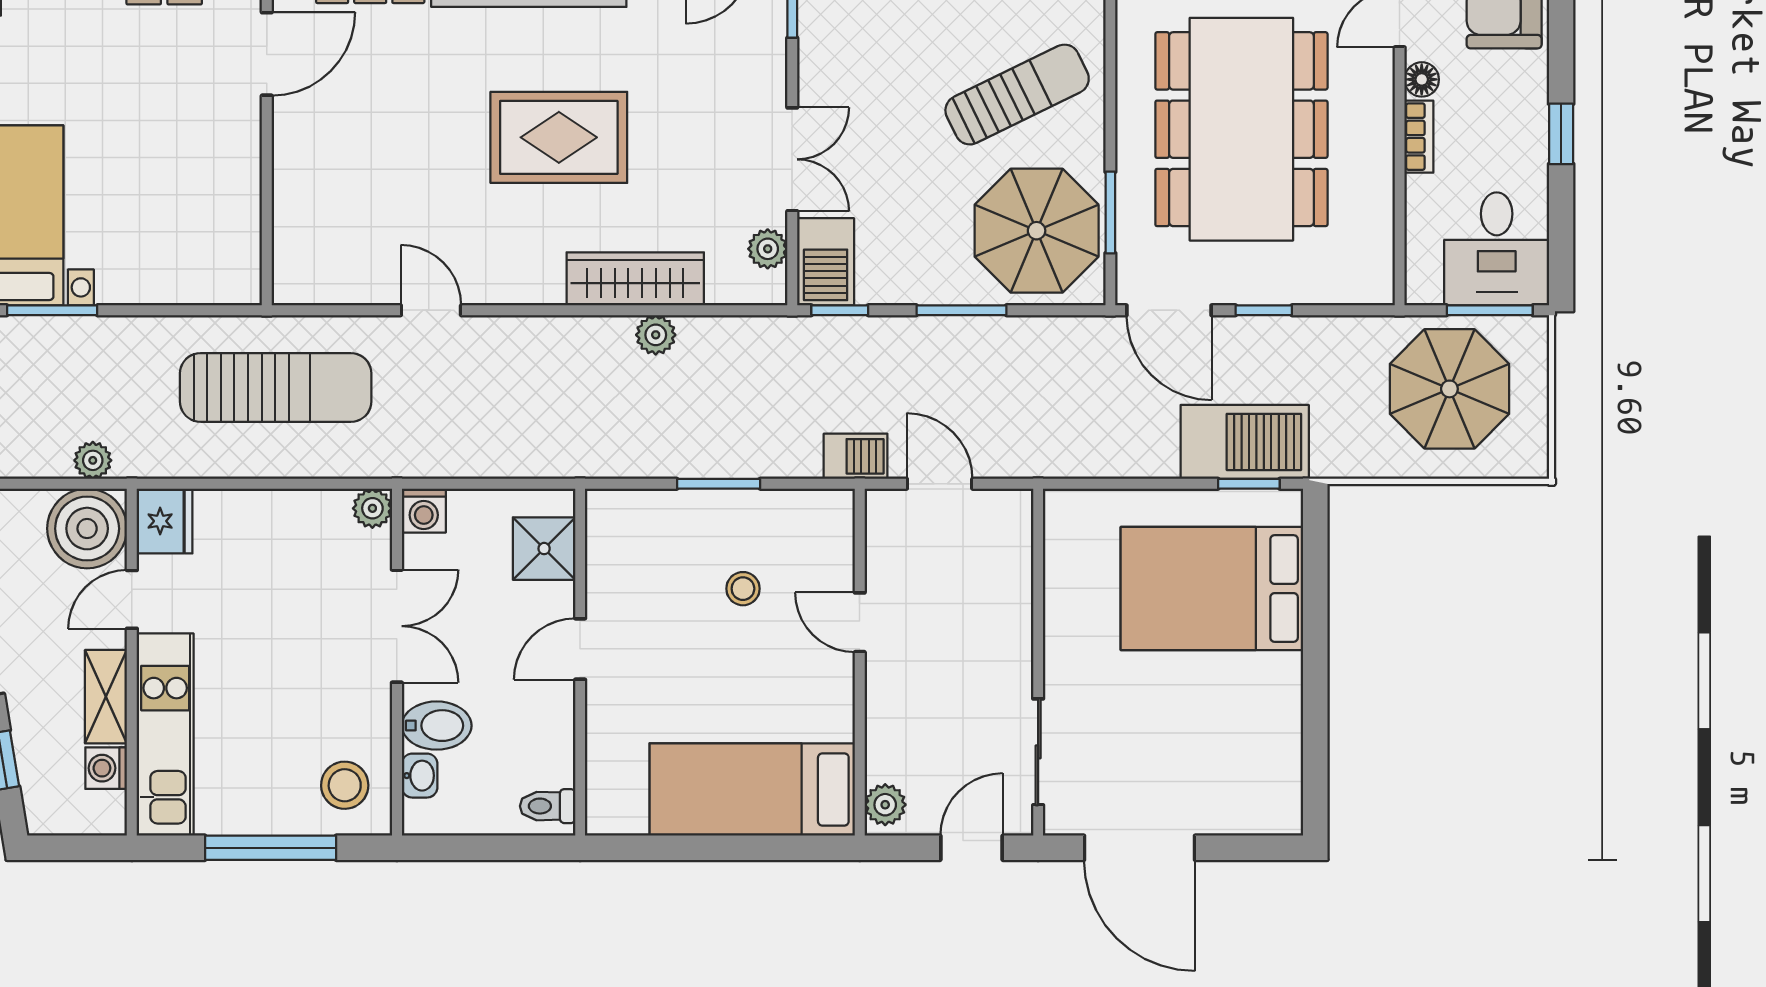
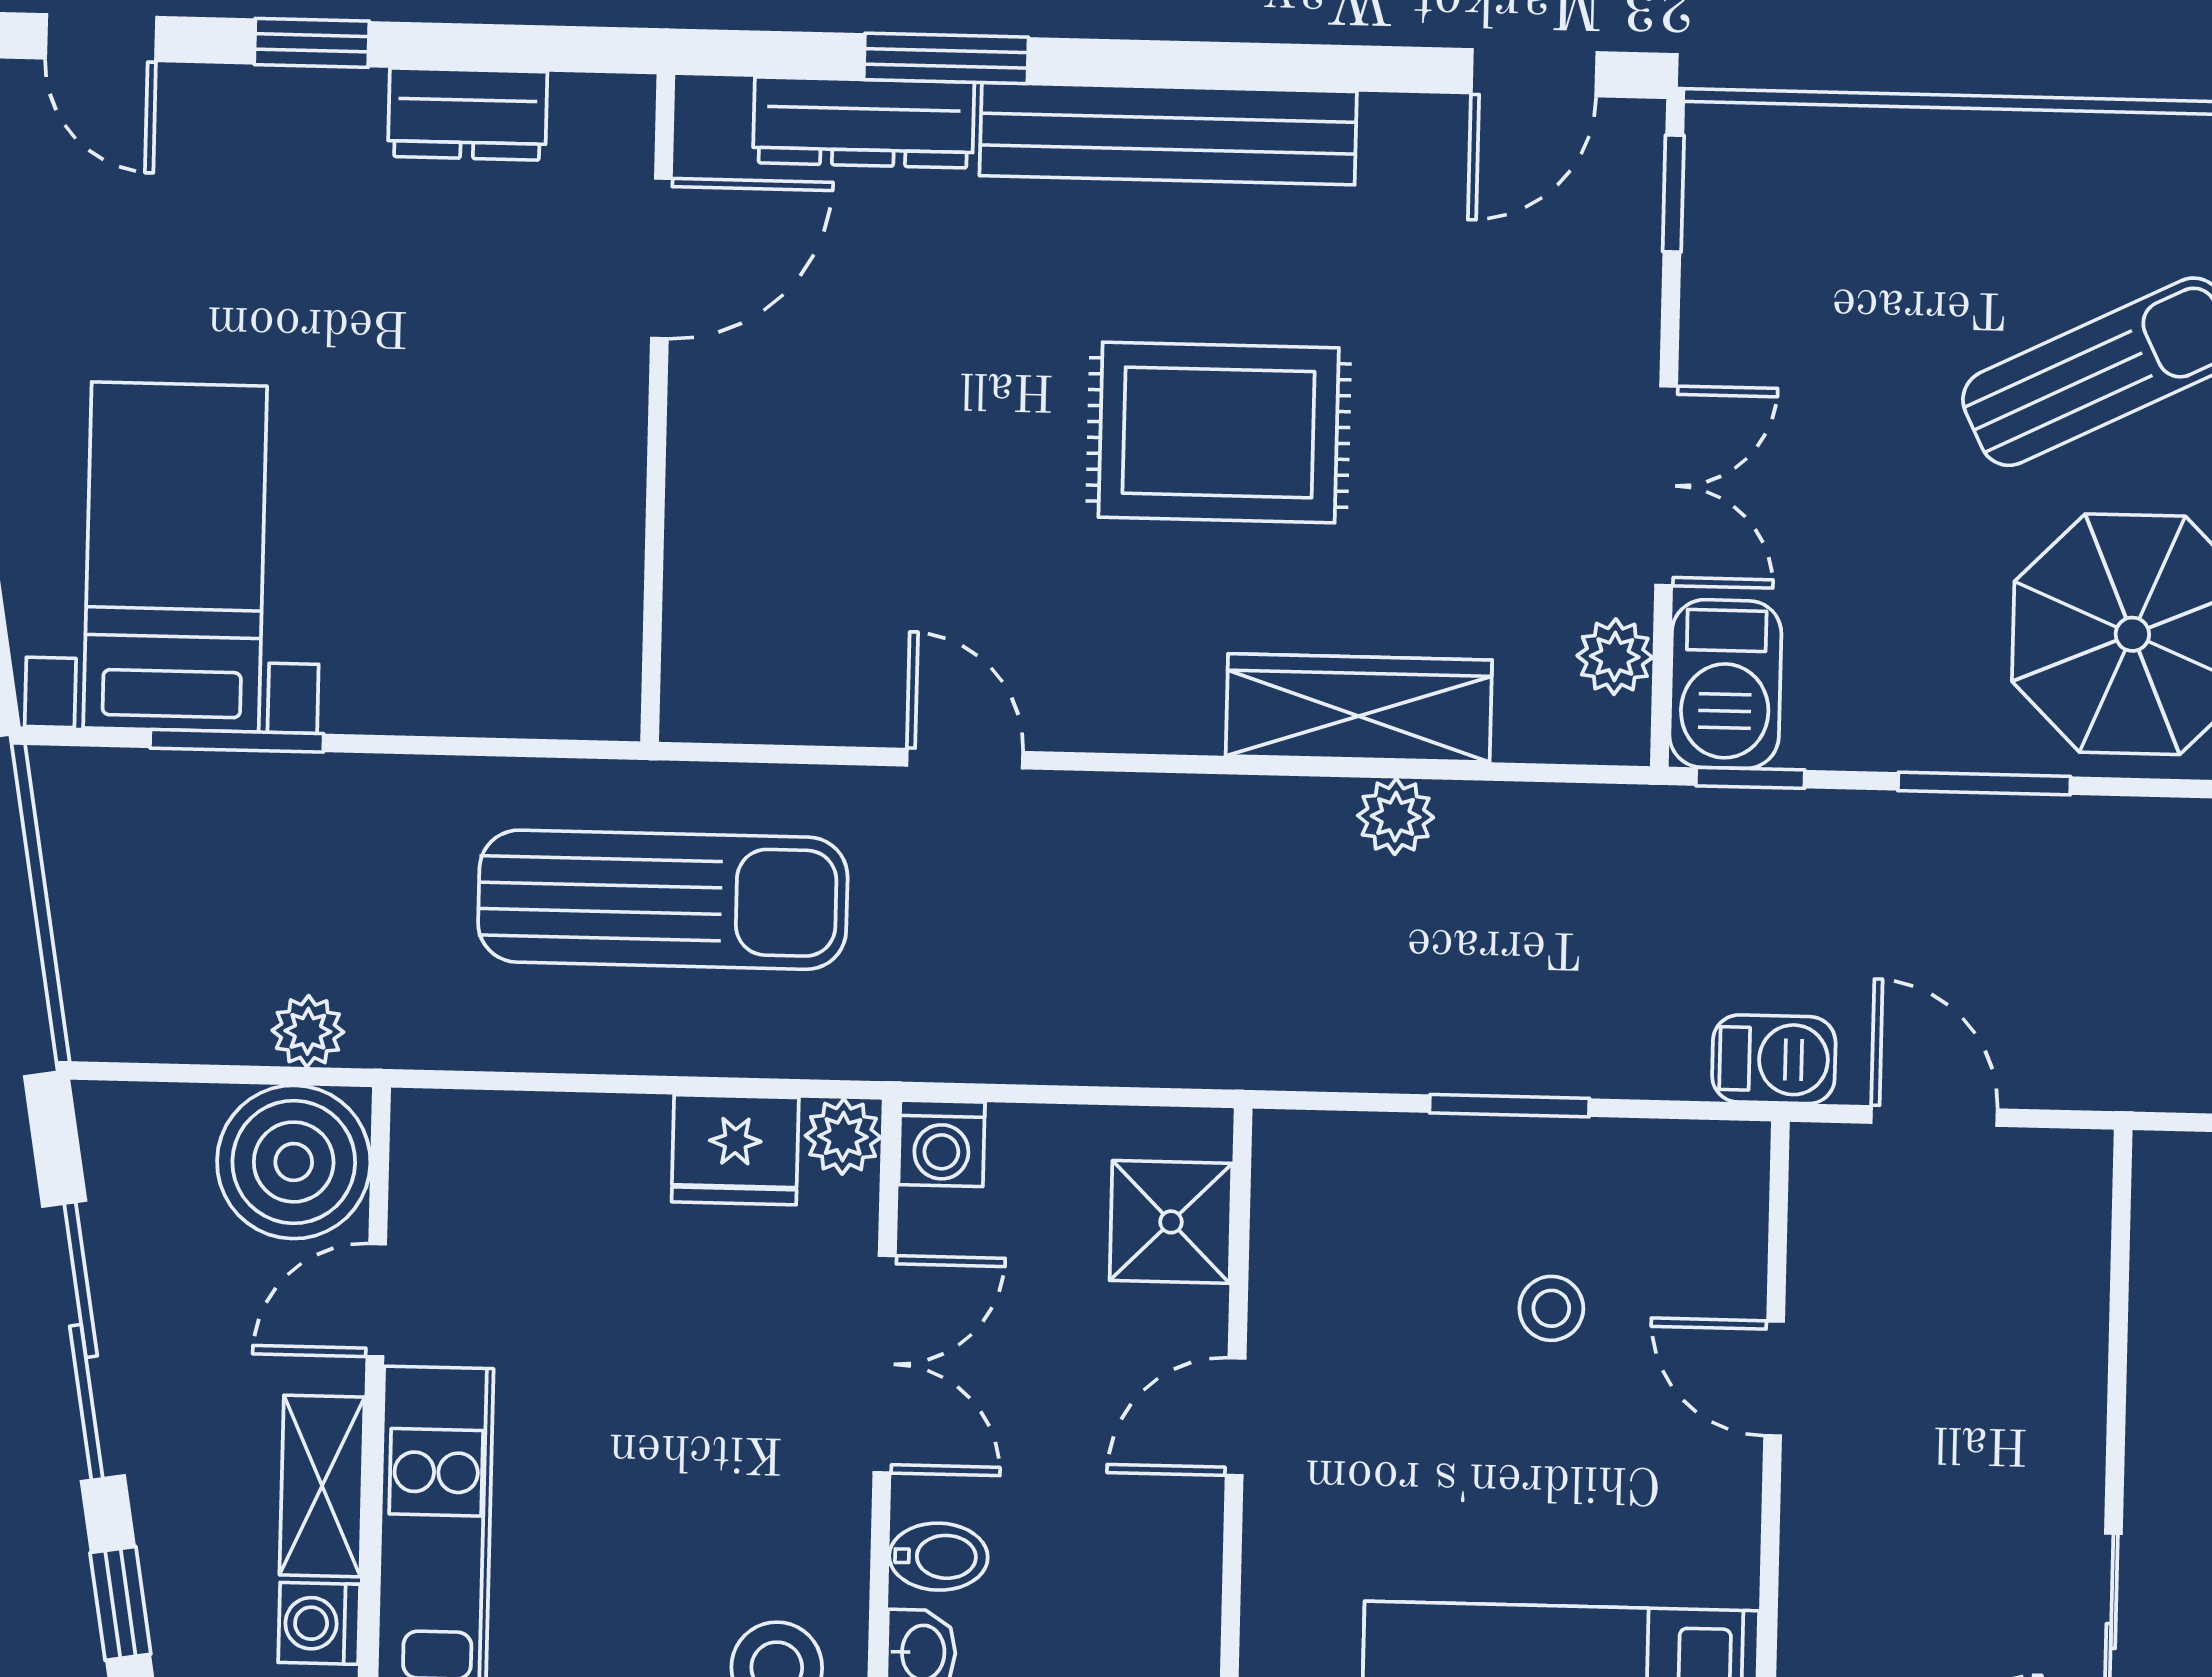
fridge: (165, 521) -> (735, 1150), moved, turned 90
bidet: (437, 726) -> (938, 1557), width x0.72, depth x0.74

